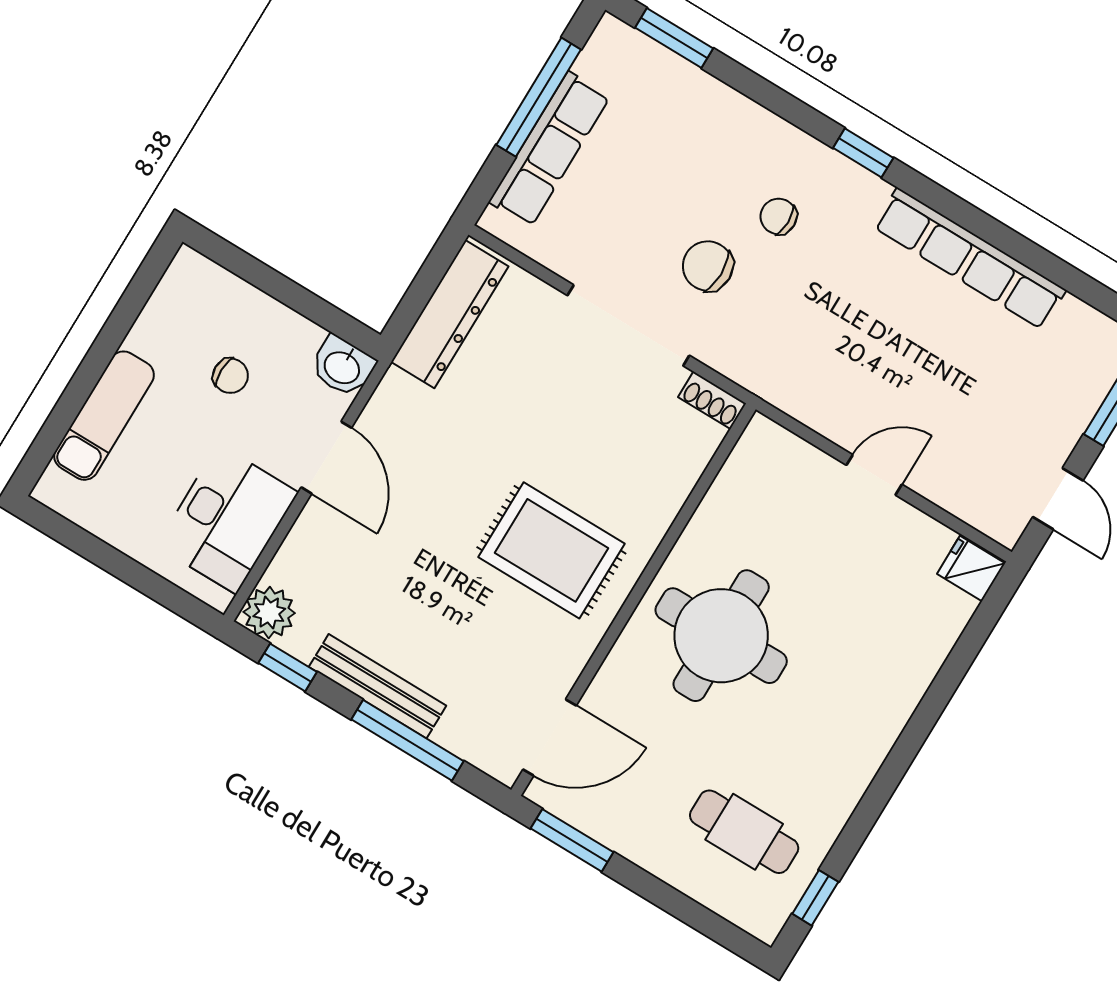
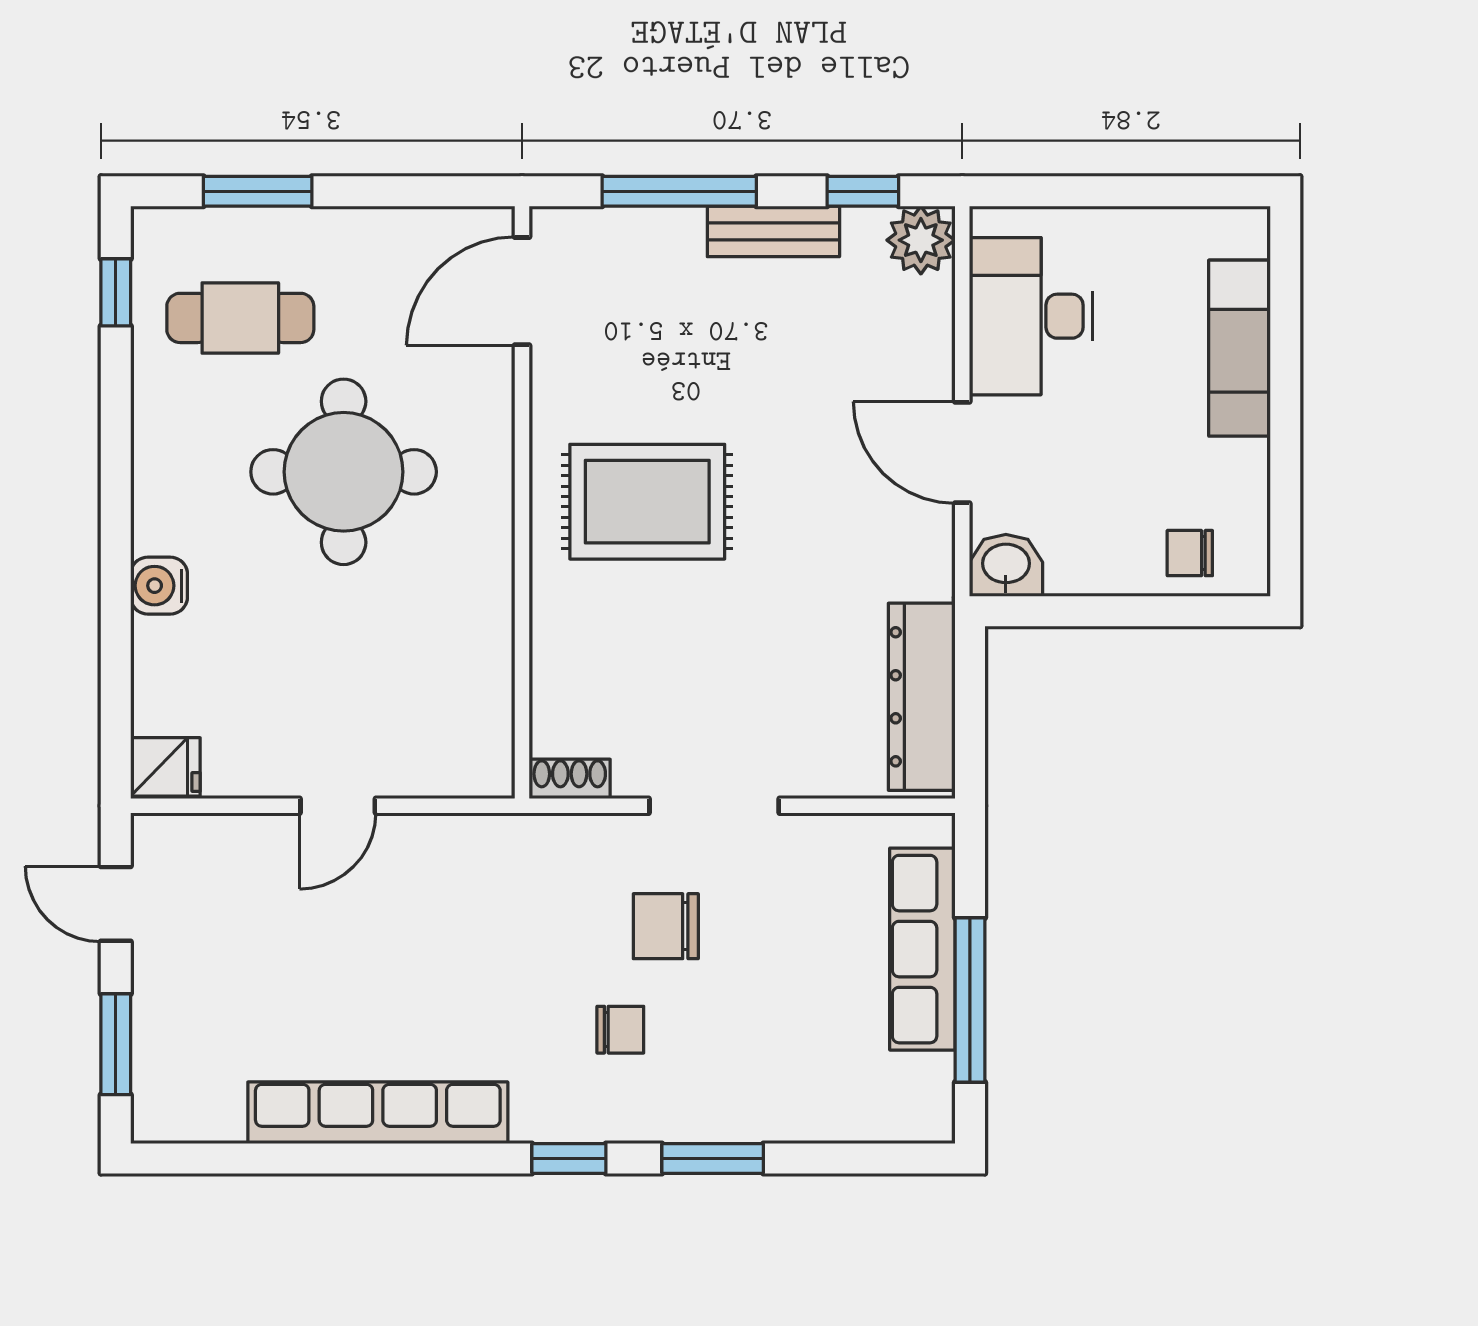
window: (674, 38) -> (713, 1158), moved
chair: (708, 266) -> (666, 926), turned 180
doorway: (628, 325) -> (714, 806), width x0.73
chair: (230, 376) -> (1190, 553), moved
round table: (721, 636) -> (344, 472), moved
bench: (378, 686) -> (773, 231), width x0.73
water cooler: (903, 689) -> (159, 586), added
window: (572, 840) -> (258, 191), moved

